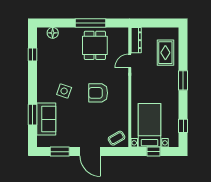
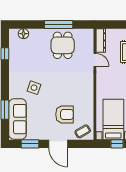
door: (130, 61) -> (95, 60), swing flipped
armchair: (98, 93) -> (65, 114), moved, turned 180
sofa: (46, 119) -> (18, 119), width x1.36

